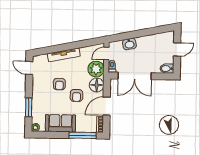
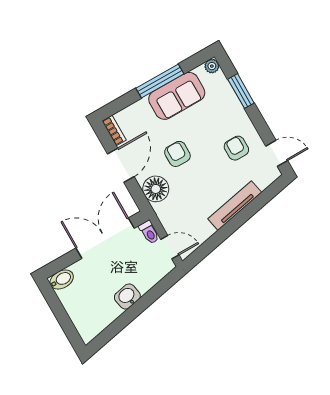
washbasin: (129, 44) -> (127, 296), moved
door: (177, 49) -> (63, 319), removed
door: (106, 53) -> (170, 247), hinge flipped
plant: (96, 69) -> (171, 213), removed
armchair: (59, 84) -> (236, 148), moved
window: (83, 135) -> (160, 81), moved

